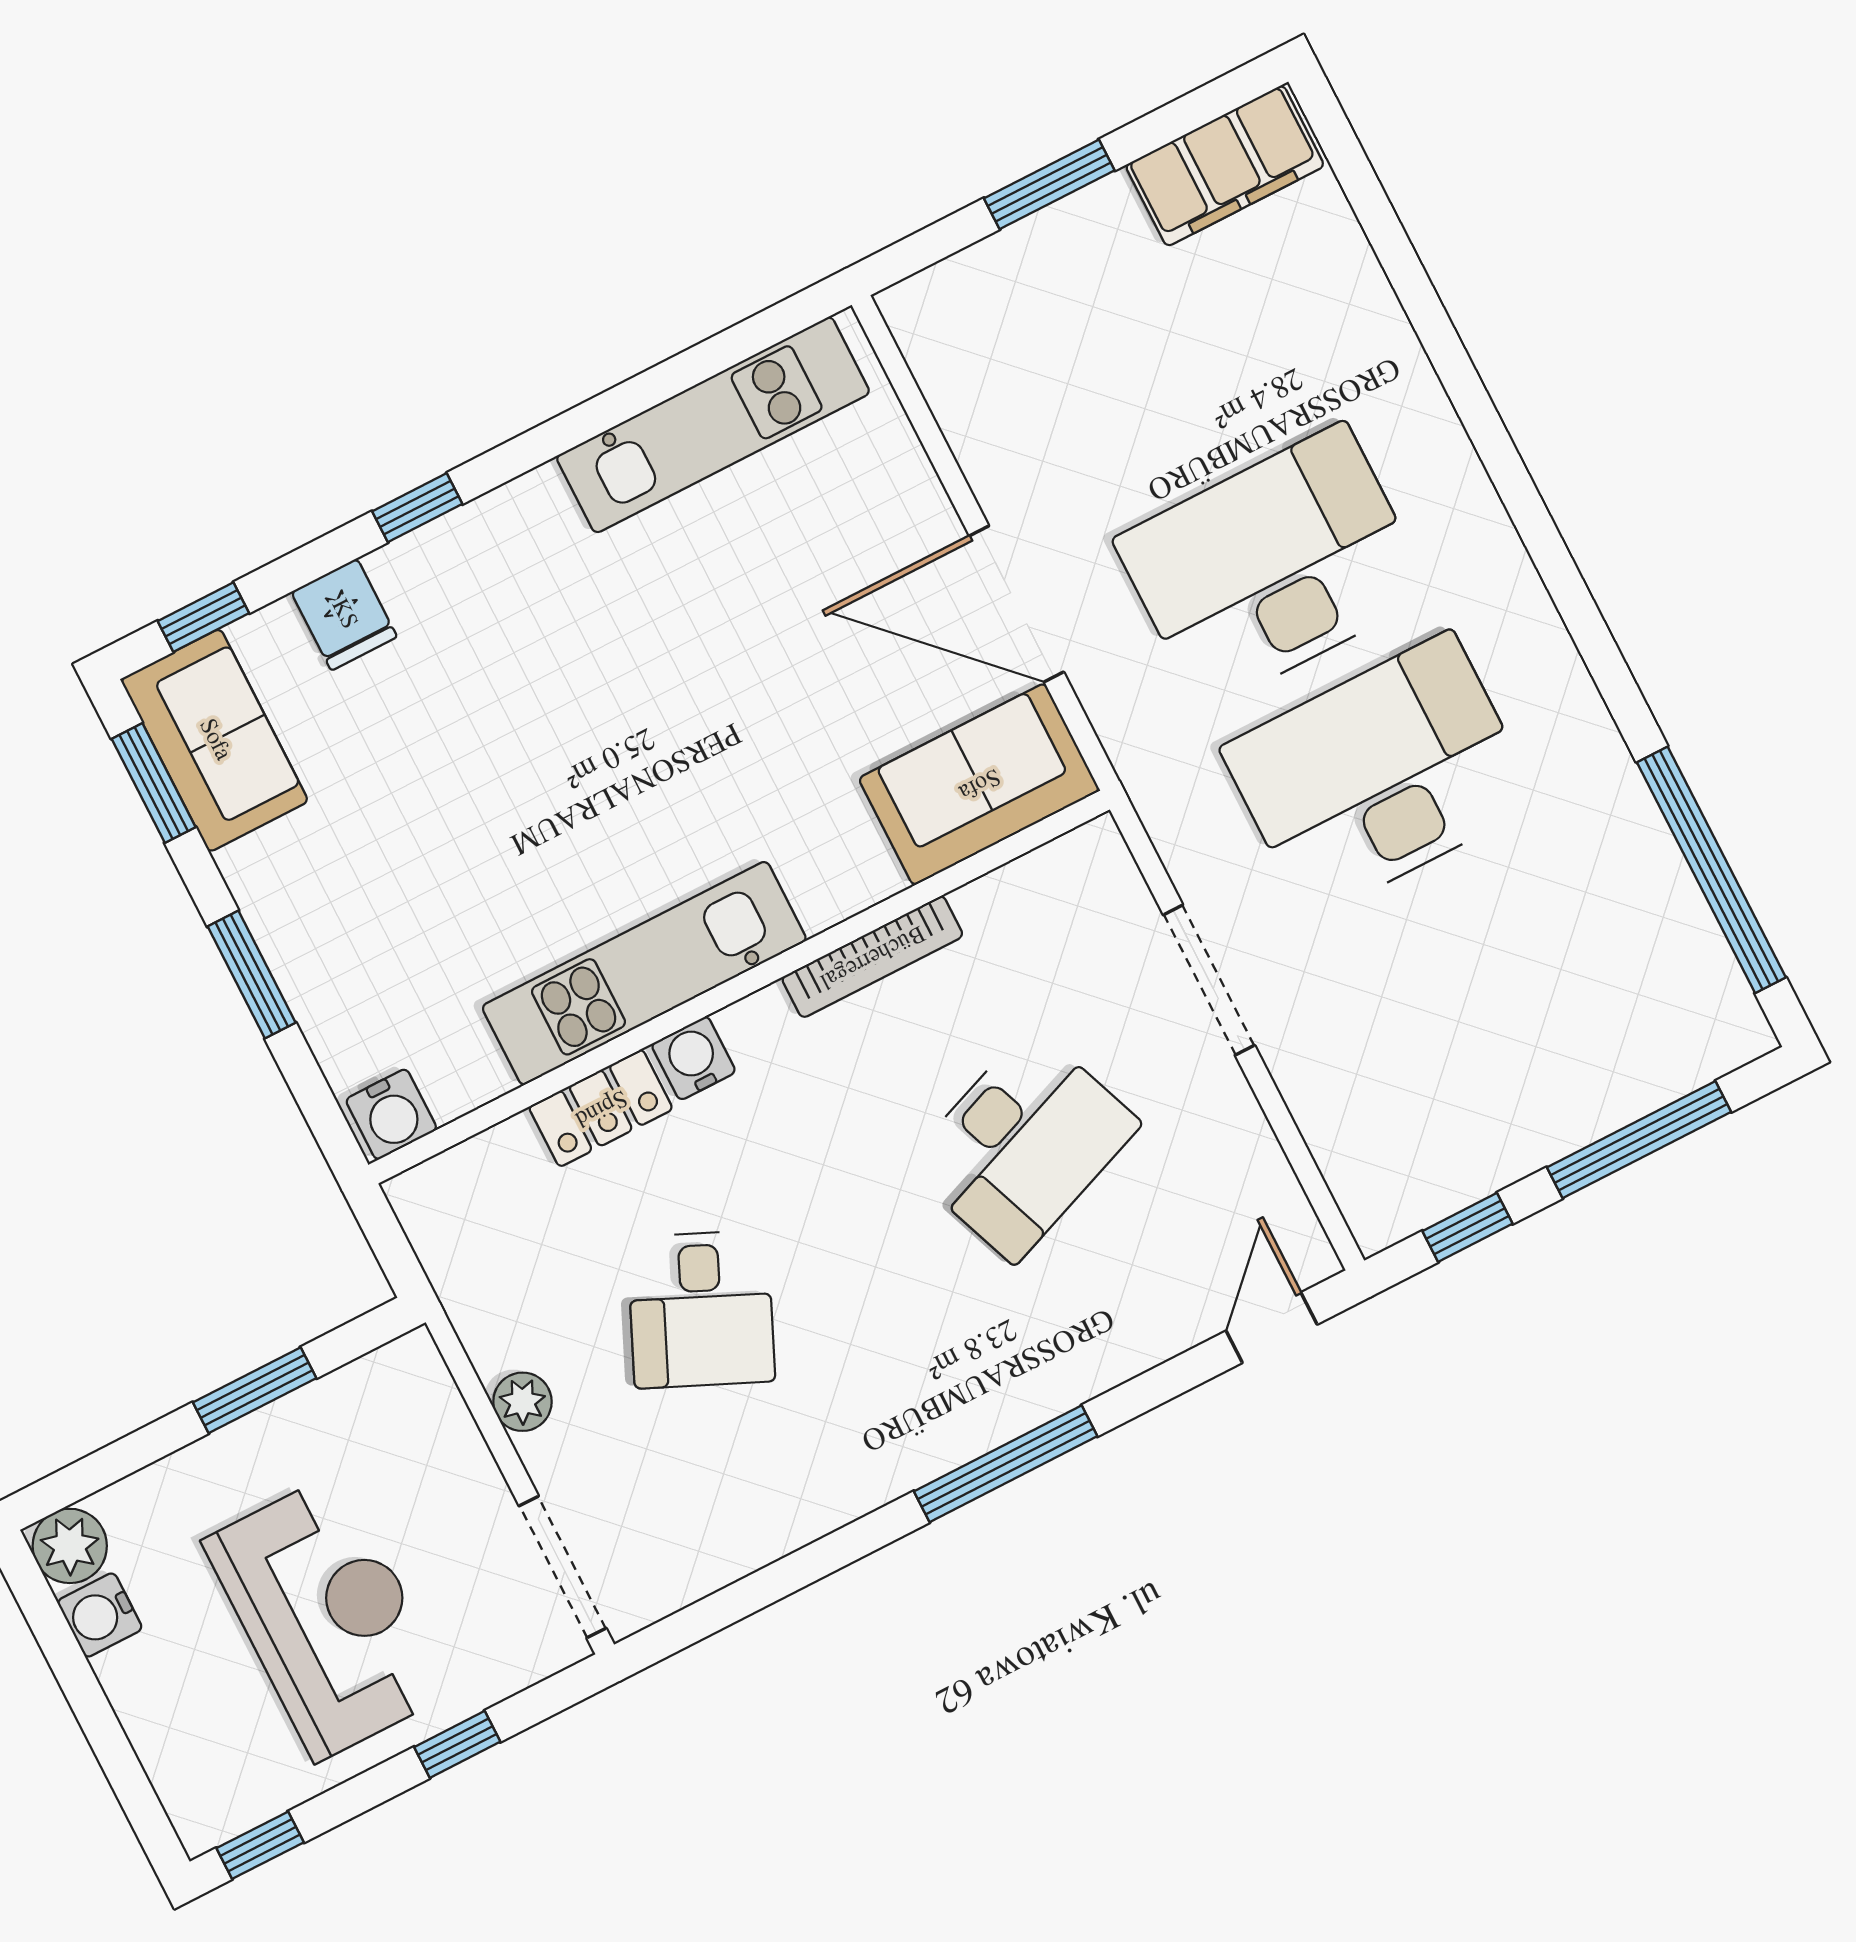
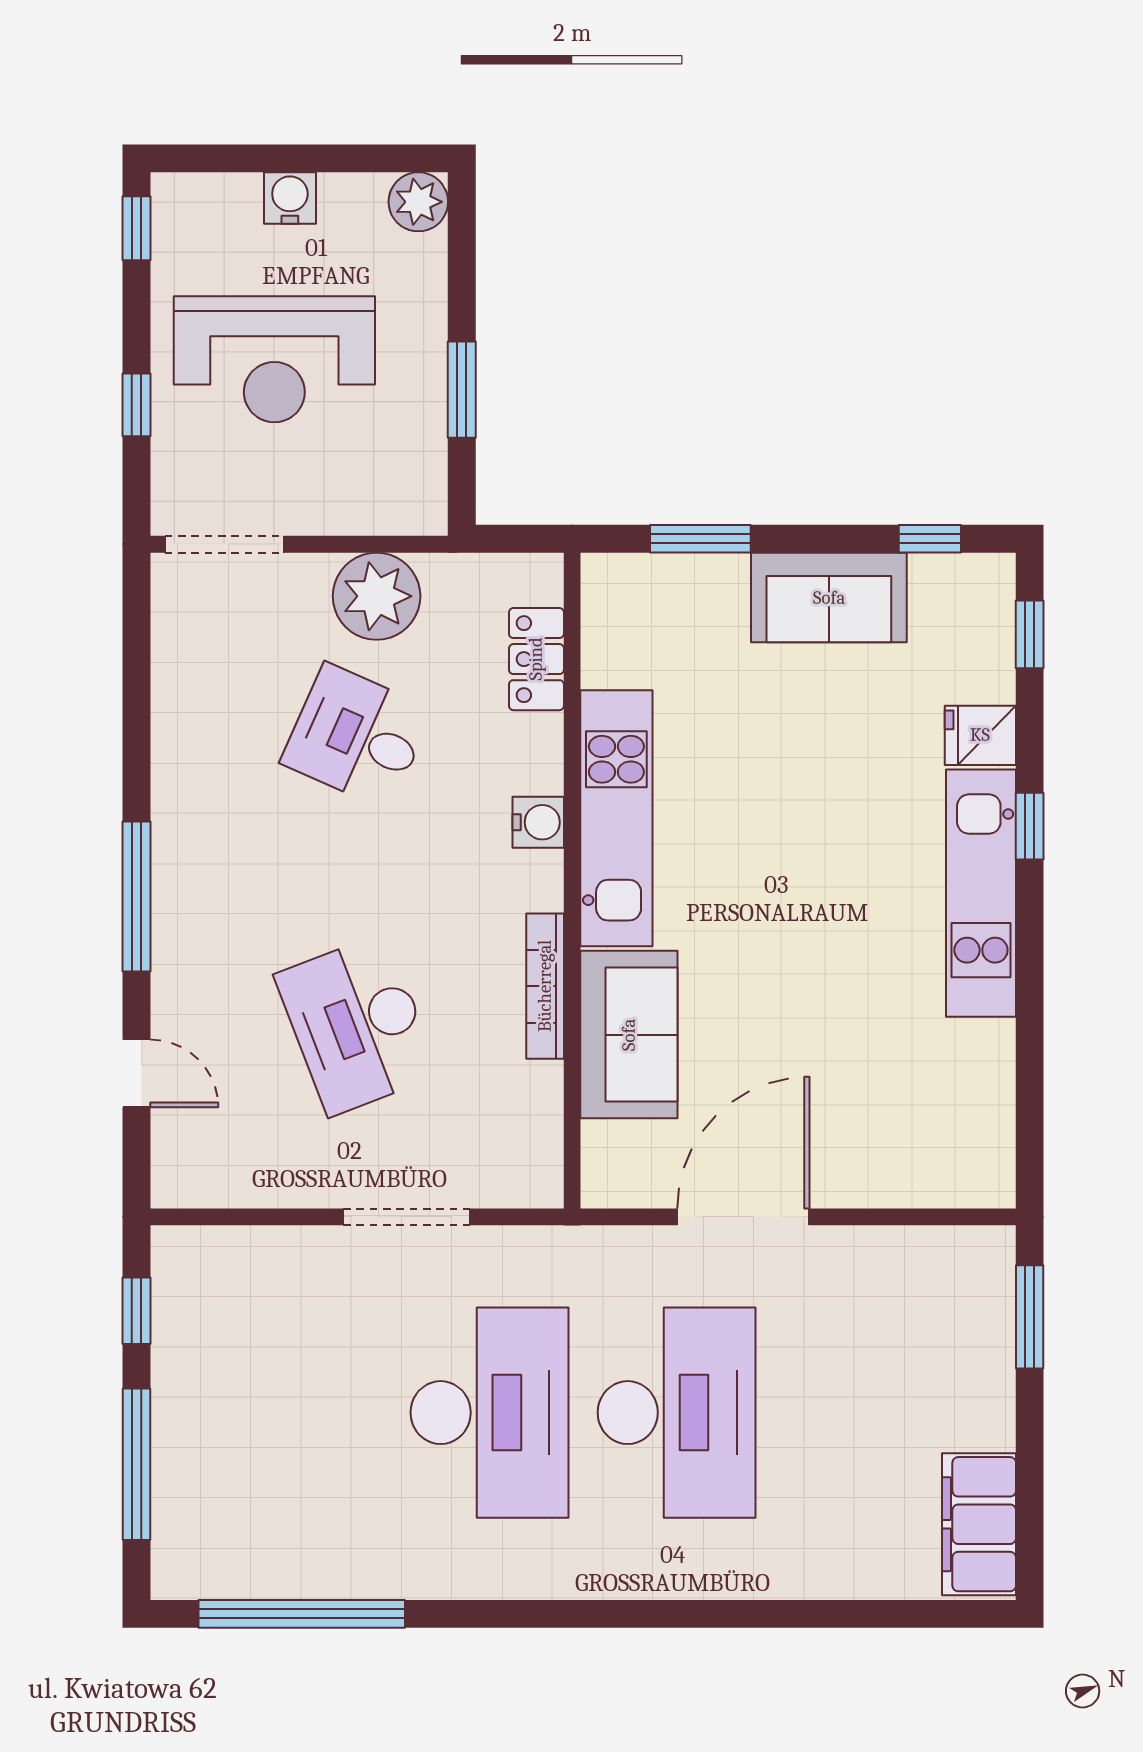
window: (1049, 184) -> (1030, 1317), moved
kitchen unit: (713, 425) -> (981, 893), moved
sofa: (215, 740) -> (829, 598), moved
window: (154, 783) -> (930, 539), width x0.67
sofa: (979, 784) -> (629, 1035), moved
window: (252, 975) -> (700, 539), moved
locker: (601, 1108) -> (536, 659), moved
water cooler: (391, 1114) -> (608, 587), removed
door: (1272, 1328) -> (136, 1073), moved
plant: (522, 1402) -> (377, 596), width x1.88, depth x1.88
water cooler: (100, 1615) -> (290, 198), moved

